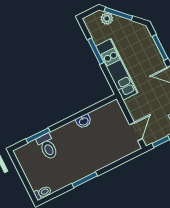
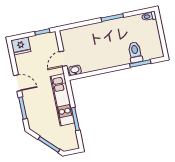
plant: (107, 19) -> (59, 143), removed
washbasin: (84, 121) -> (75, 70), moved
door: (136, 132) -> (63, 59), moved

